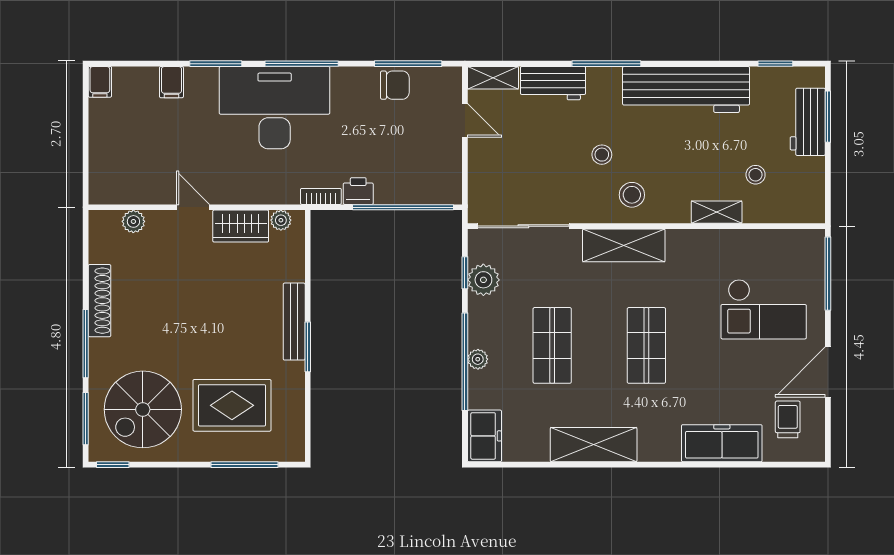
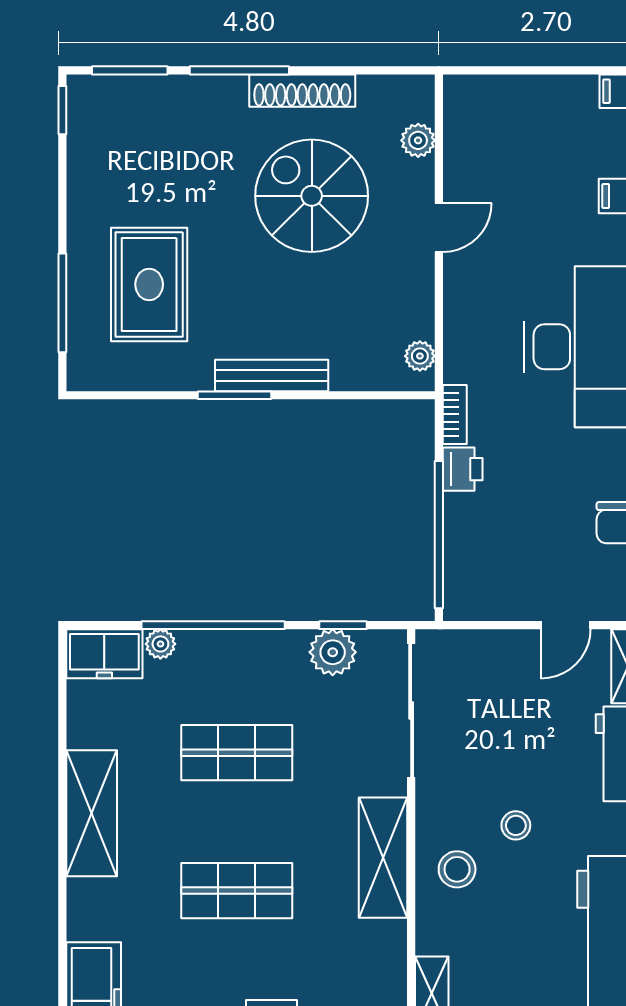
wardrobe: (241, 226) -> (411, 297), removed
plant: (478, 359) -> (160, 644), moved
spiral stairs: (143, 409) -> (312, 196), moved

